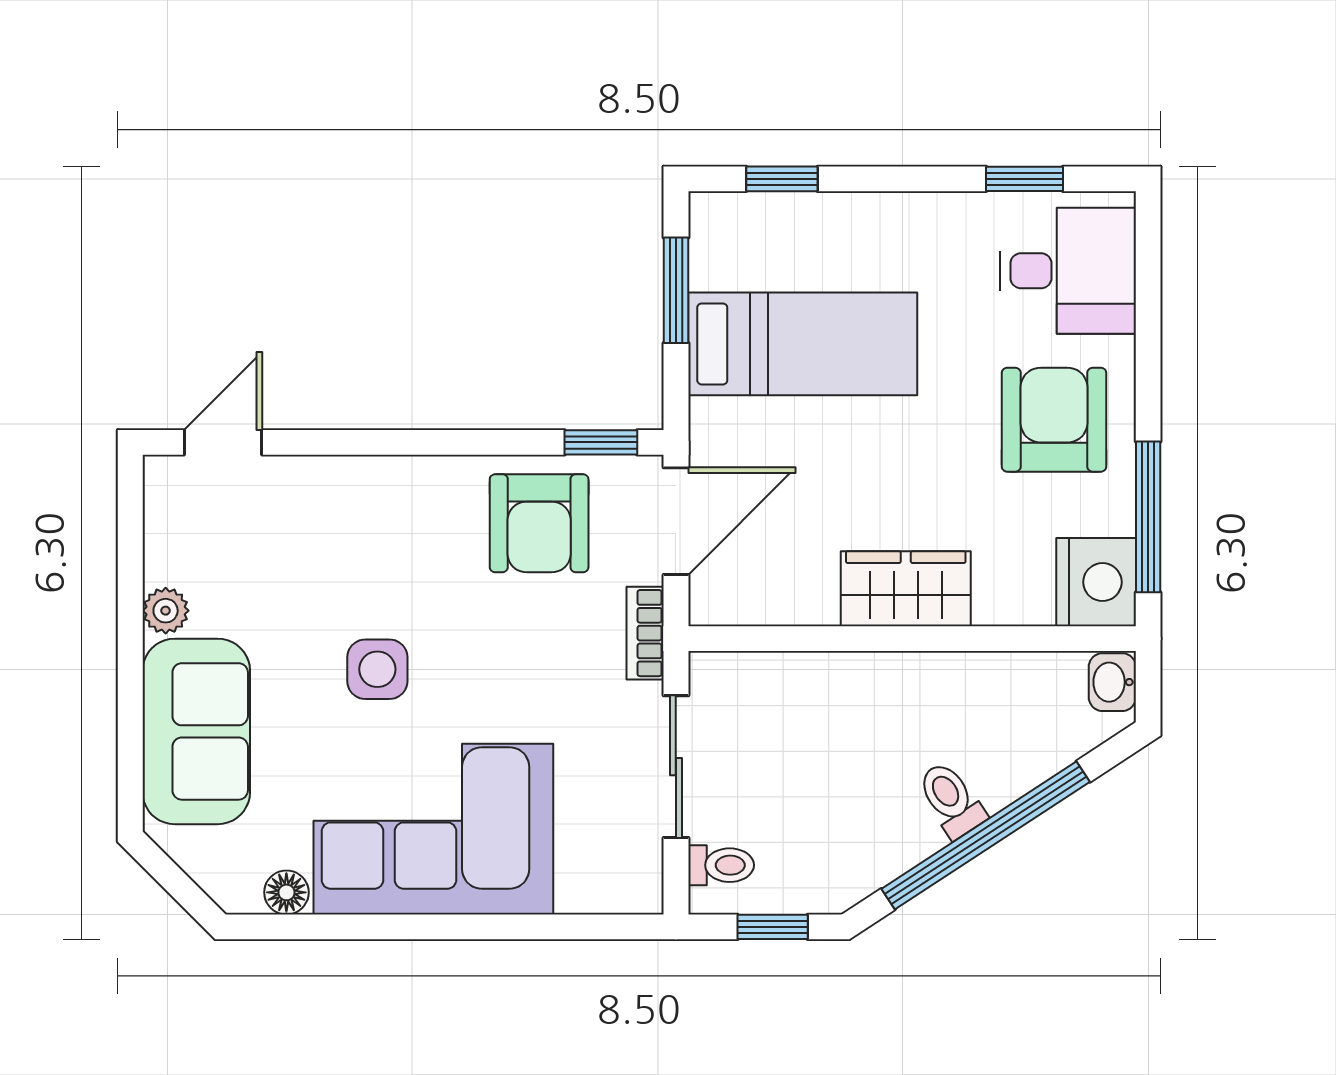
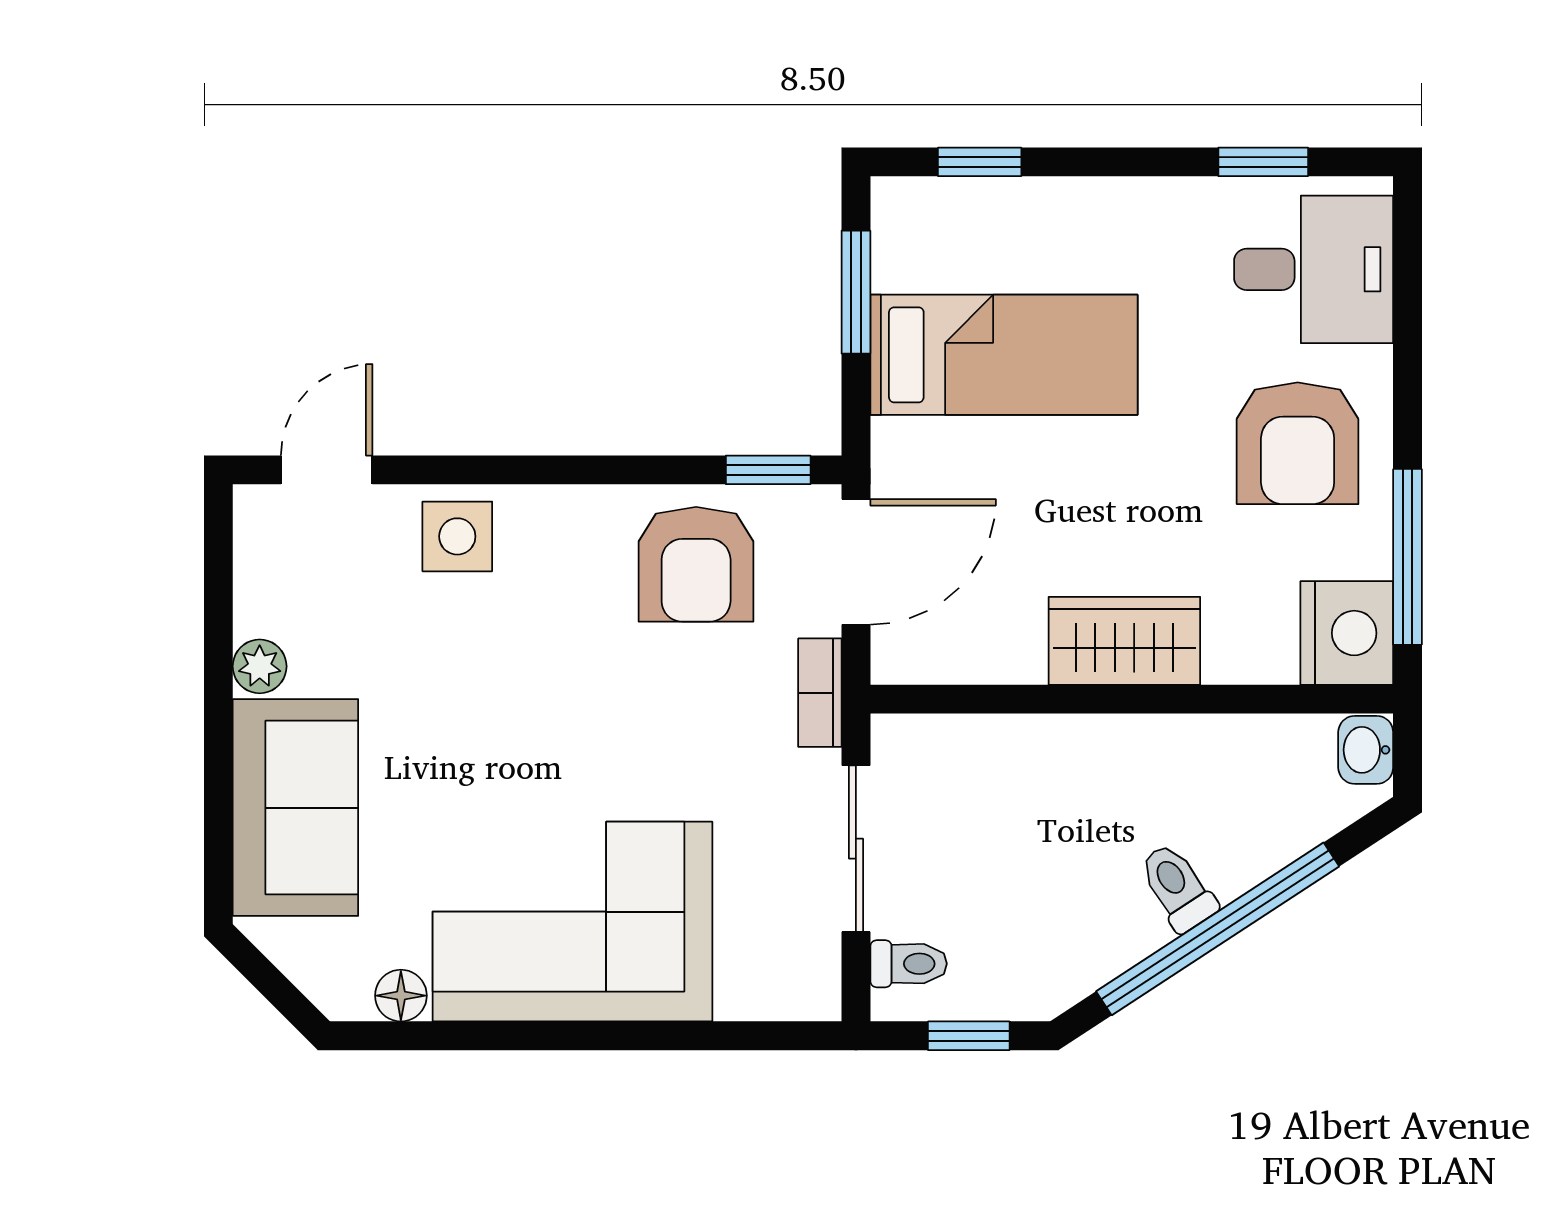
armchair: (1054, 420) -> (1298, 443), turned 180
side table: (377, 669) -> (457, 536), moved

